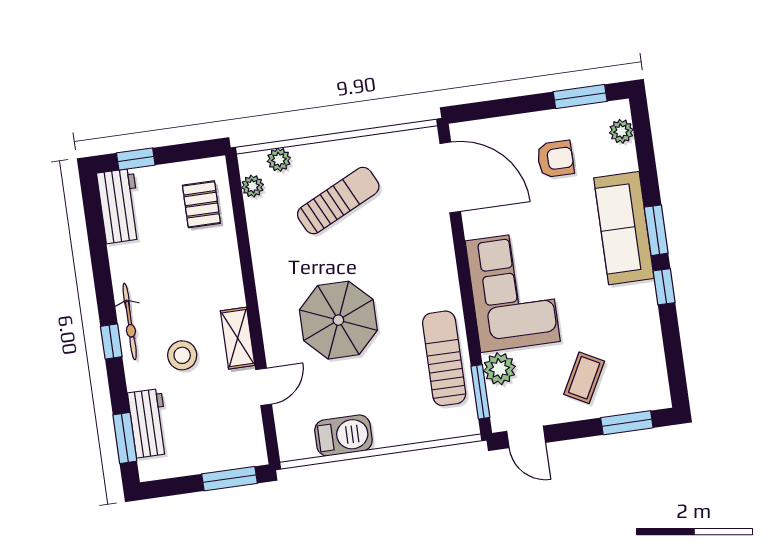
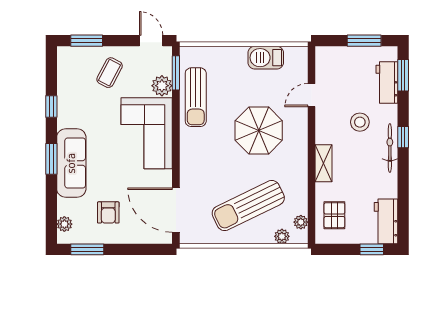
armchair: (555, 159) -> (108, 212), turned -90
sun lounger: (338, 201) -> (248, 206), width x1.36, depth x1.34
window: (664, 287) -> (51, 106), moved
shelving: (238, 338) -> (324, 163), moved
window: (229, 479) -> (364, 41), moved

